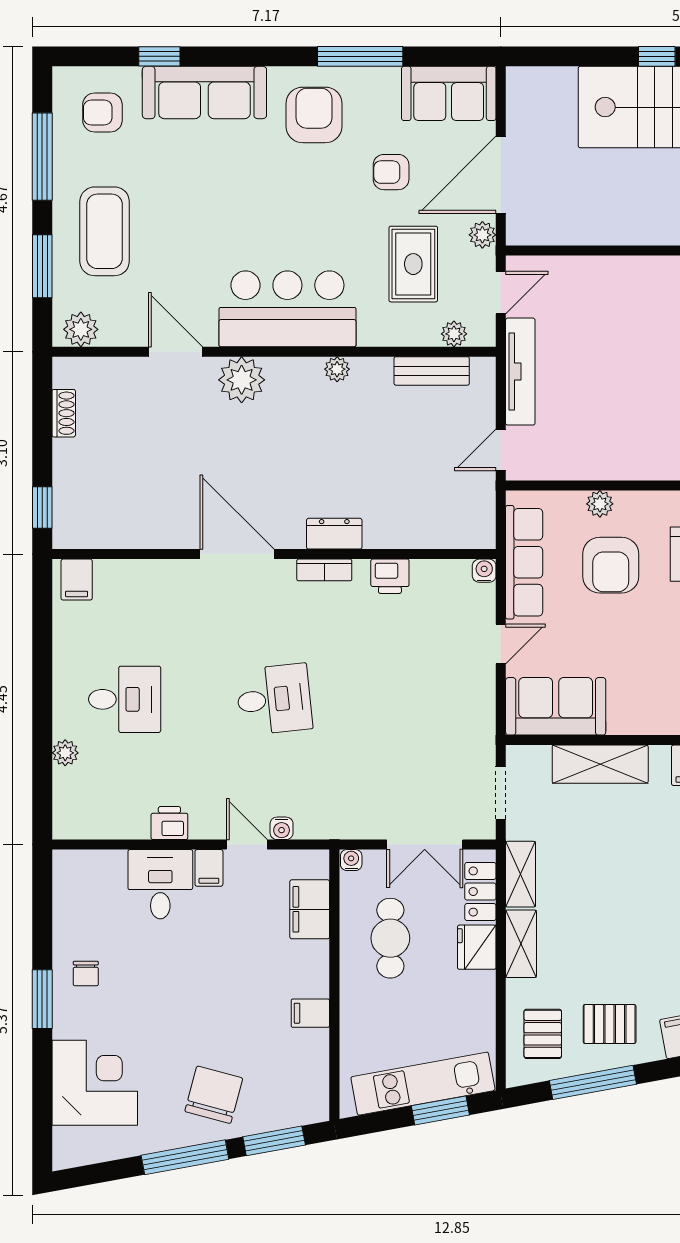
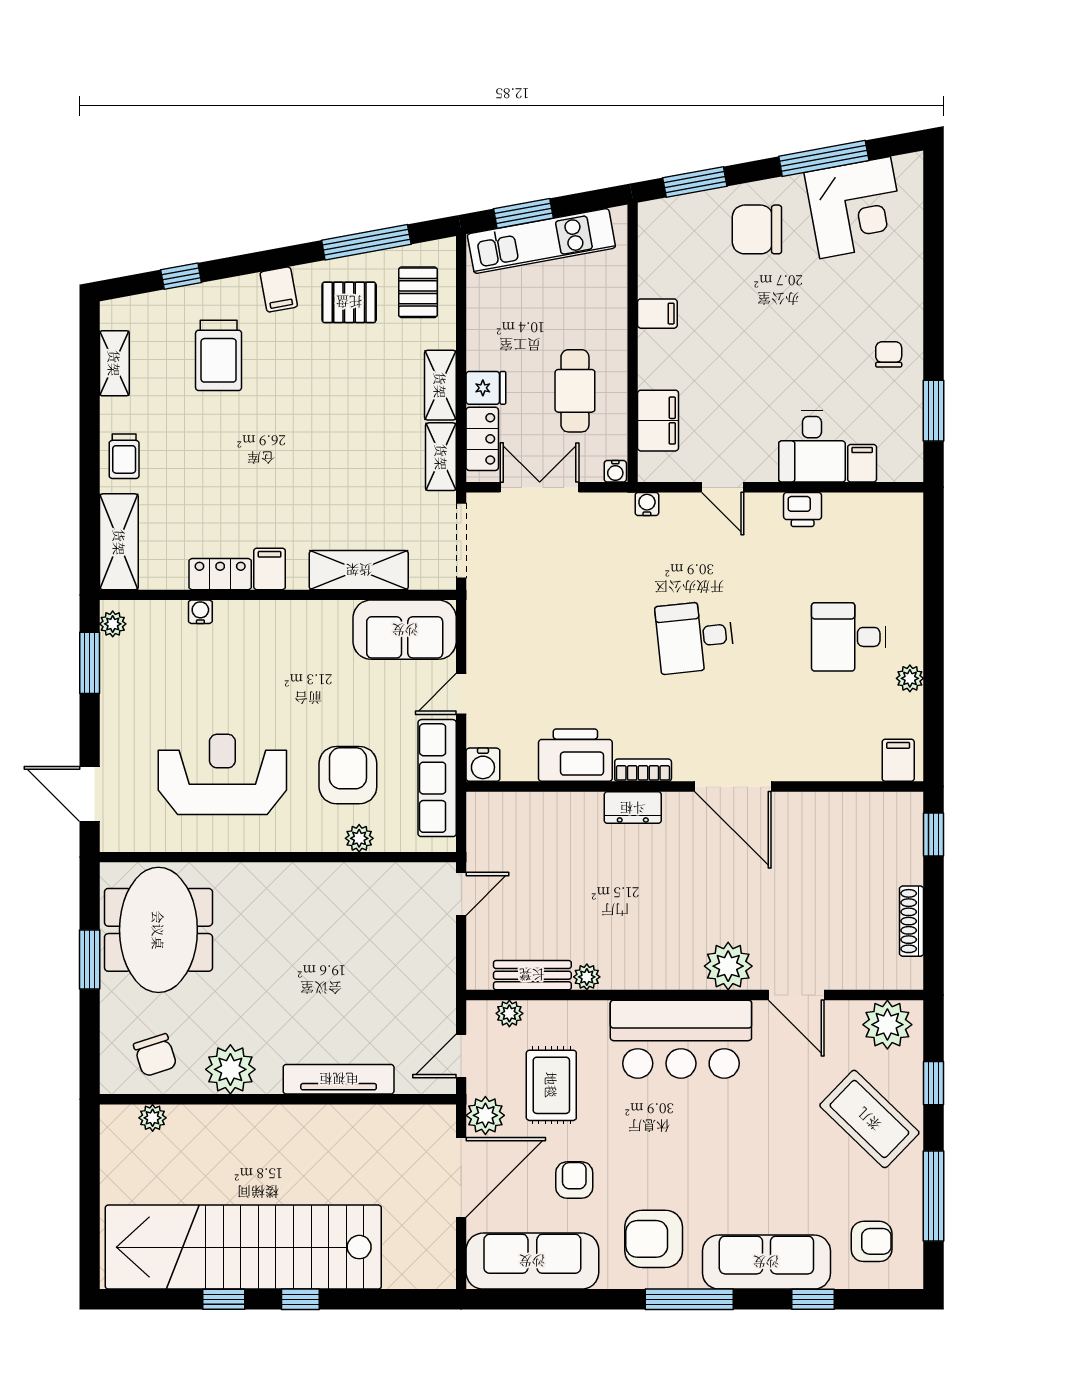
window: (360, 56) -> (689, 1299), moved
sofa: (449, 93) -> (532, 1261), width x1.36
armchair: (314, 115) -> (654, 1239), turned 90
armchair: (391, 172) -> (574, 1180), turned -90
coffee table: (105, 231) -> (869, 1119), turned -46
plant: (482, 235) -> (485, 1115), width x1.38, depth x1.38
window: (42, 266) -> (934, 1083), width x0.67
plant: (81, 329) -> (887, 1025), width x1.36, depth x1.36
plant: (337, 369) -> (587, 977), moved
tv unit: (520, 372) -> (339, 1079), moved, turned 90
shoe rack: (64, 413) -> (912, 921), width x1.43
water cooler: (484, 571) -> (483, 765), width x1.38, depth x1.38
printer: (390, 576) -> (575, 755), width x1.87, depth x1.48
plant: (65, 753) -> (910, 678), moved
doorway: (501, 793) -> (461, 541), width x1.38
water cooler: (282, 828) -> (647, 504), moved
filing cabinet: (209, 868) -> (862, 463), moved
fridge: (477, 947) -> (486, 388), width x0.72
window: (42, 999) -> (934, 411), moved
corner desk: (95, 1083) -> (855, 208), moved, turned -100
chair: (214, 1095) -> (757, 229), turned 75
window: (185, 1157) -> (824, 158), moved

